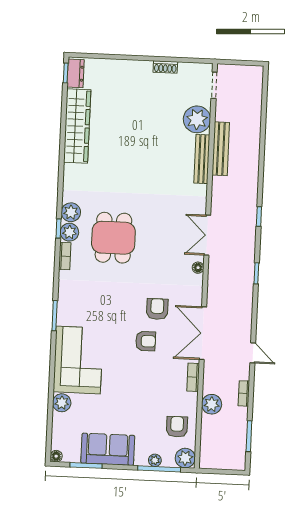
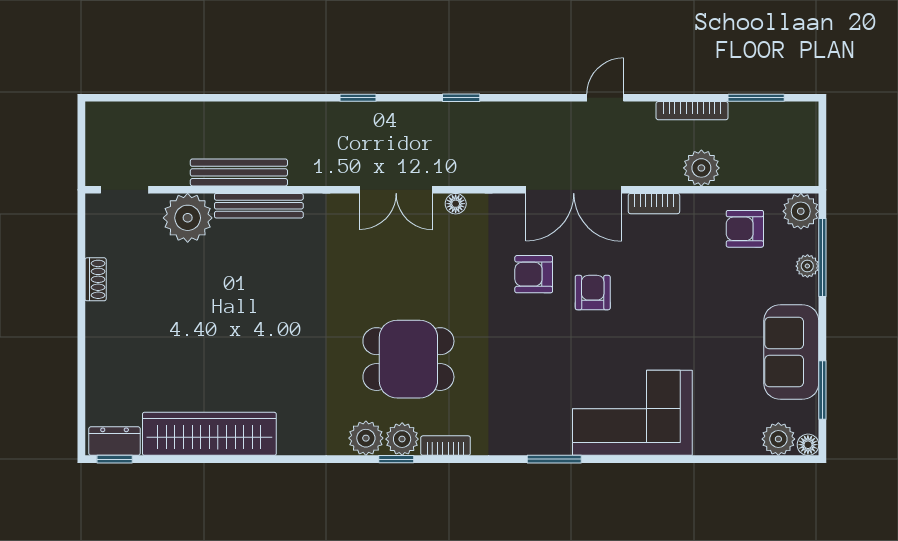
bookcase: (244, 393) -> (692, 111), width x1.56
plant: (62, 403) -> (778, 439), moved

